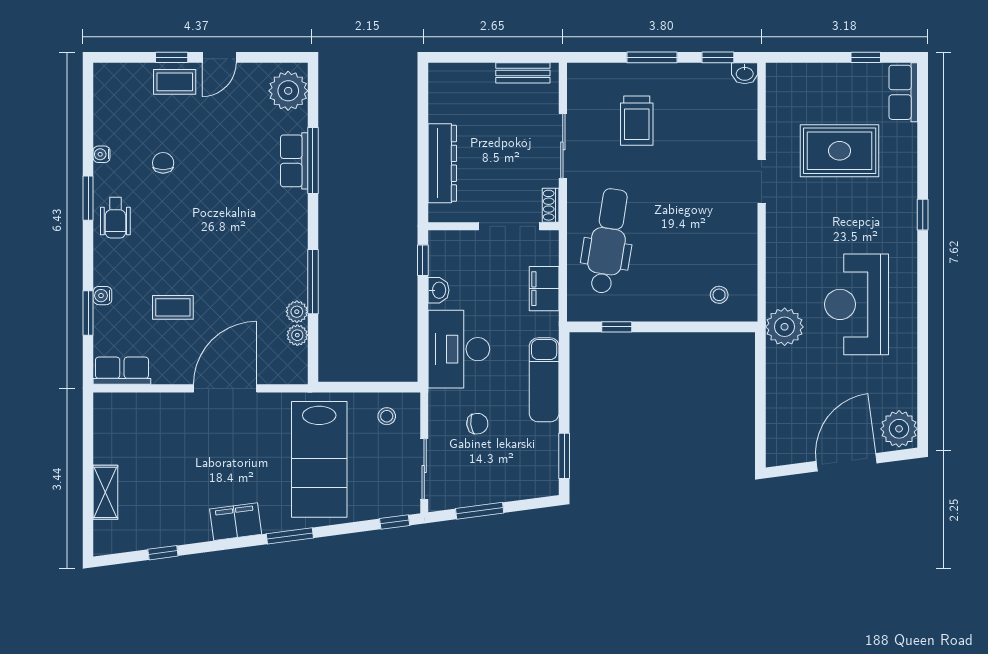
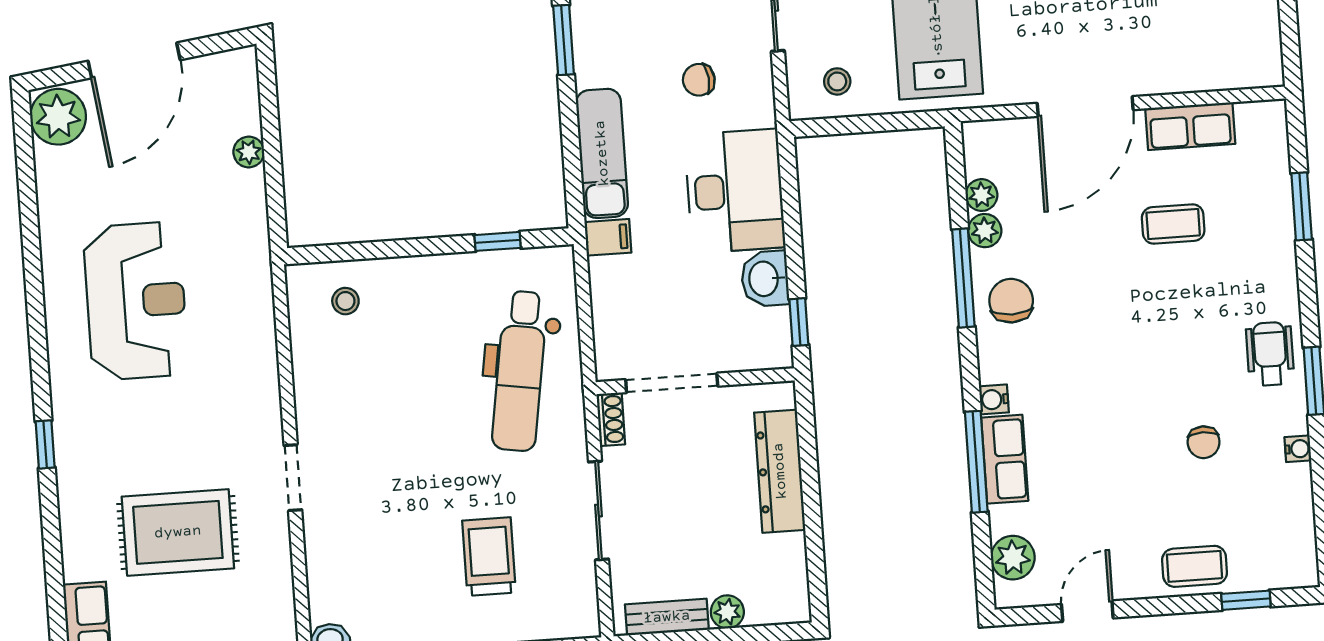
window: (172, 57) -> (1246, 600), moved
door: (219, 57) -> (1087, 611), moved
plant: (483, 74) -> (727, 612), added
plant: (288, 91) -> (1013, 558), width x0.73, depth x0.73
chair: (283, 265) -> (1011, 301), added
filing cabinet: (544, 289) -> (608, 237), moved, width x0.50
washbasin: (438, 290) -> (765, 279), width x1.38, depth x1.45
water cooler: (102, 296) -> (994, 399), moved, turned 180
plant: (785, 327) -> (249, 152), moved, width x0.53, depth x0.53
row of seats: (122, 371) -> (1190, 126), moved

